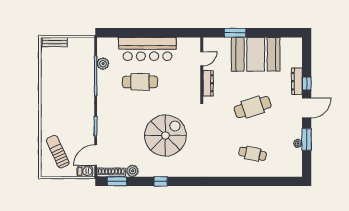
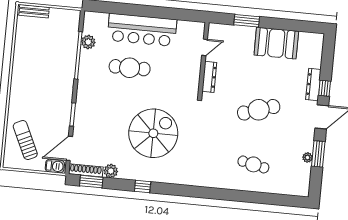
booth: (256, 54) -> (276, 43), width x0.73, depth x0.70

